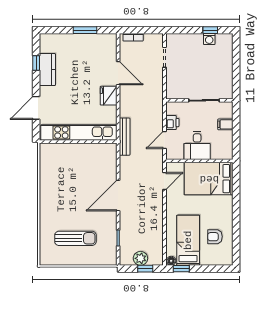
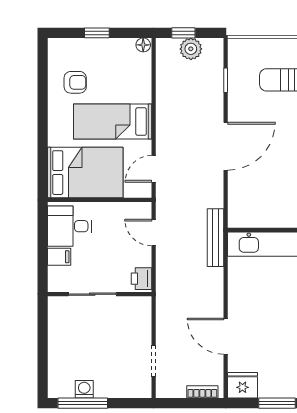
window: (210, 30) -> (83, 403), width x2.17
fridge: (109, 96) -> (242, 385), moved, turned -90
printer: (172, 123) -> (141, 279), moved
door: (164, 140) -> (154, 233), swing flipped
desk: (197, 146) -> (69, 226), moved, turned -90
bed: (188, 240) -> (113, 122), moved, turned 90
window: (181, 269) -> (97, 33), moved

